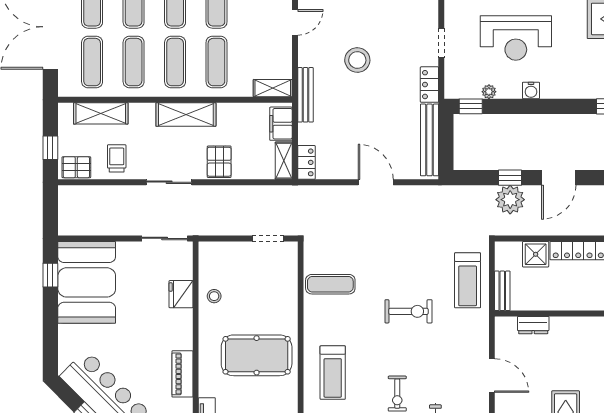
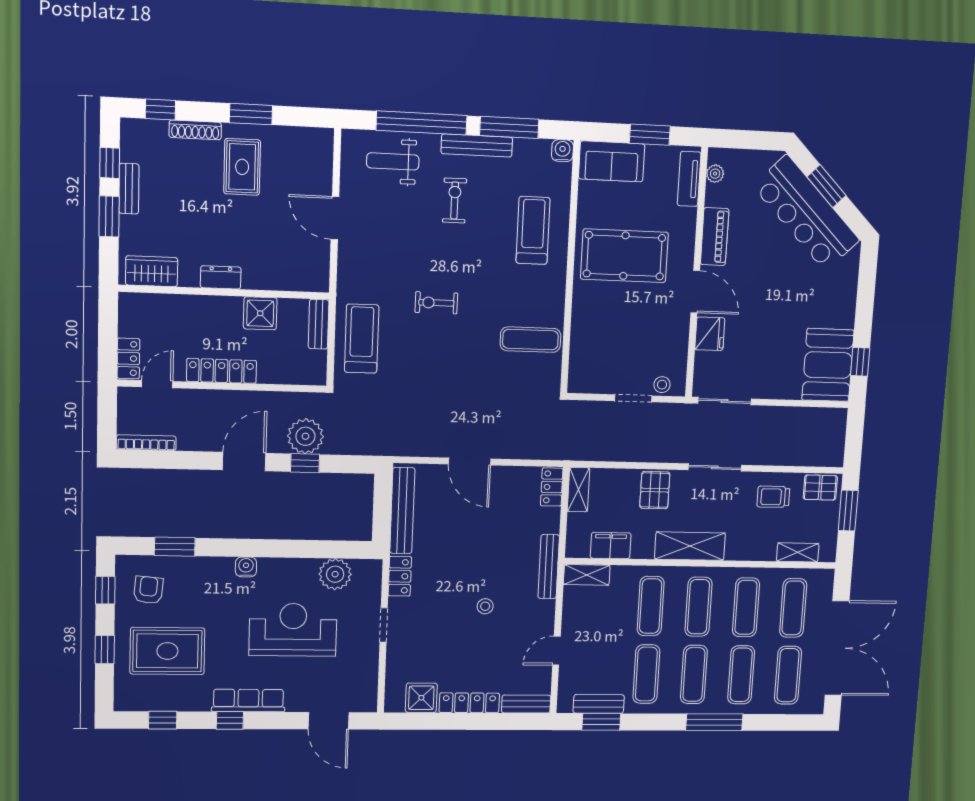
stool: (357, 60) -> (485, 606), width x0.53, depth x0.53
water cooler: (531, 90) -> (246, 567), moved
plant: (489, 92) -> (335, 574), width x1.88, depth x1.88
window: (471, 106) -> (351, 550), removed
shelving: (101, 113) -> (798, 552), width x0.67, depth x0.75
filing cabinet: (281, 124) -> (611, 546), moved, turned -90
window: (50, 148) -> (848, 511), width x1.50
trolley: (117, 158) -> (773, 497), turned 90
doorway: (268, 238) -> (633, 398), moved
shower: (536, 254) -> (260, 313), moved
booth: (87, 282) -> (828, 365), width x0.73, depth x0.70
stool: (214, 296) -> (662, 385), moved
exercise bike: (408, 311) -> (436, 303), width x0.73, depth x0.72
dresser: (533, 325) -> (221, 277), moved
door: (196, 328) -> (695, 292), added

